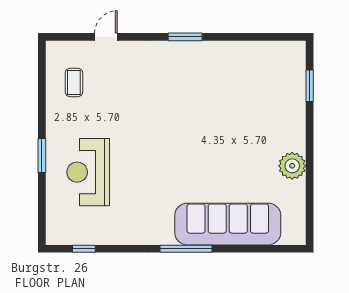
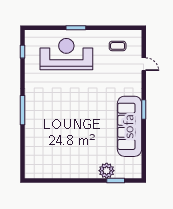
plant: (292, 166) -> (107, 171), moved
reception desk: (88, 172) -> (66, 54), width x1.36, depth x1.30
sofa: (228, 224) -> (129, 126), moved, turned 180

